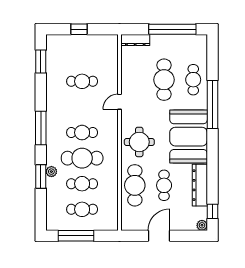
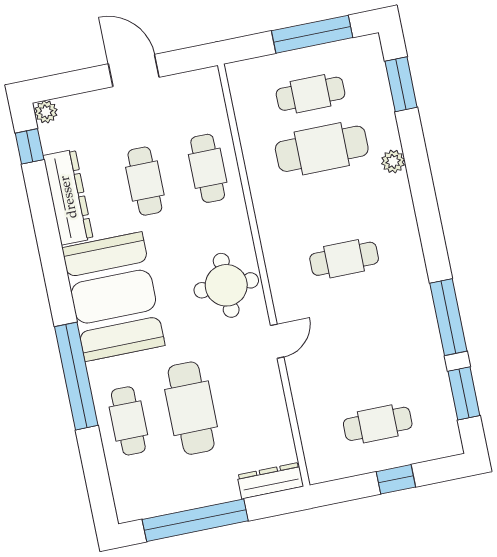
cafe table: (82, 81) -> (378, 424), moved
window: (41, 128) -> (448, 317), moved
round table: (139, 142) -> (226, 285), moved
cafe table: (82, 158) -> (333, 204), removed
window: (41, 176) -> (401, 84), moved
cafe table: (82, 184) -> (322, 149), width x1.37, depth x1.35
cafe table: (135, 185) -> (208, 168), width x0.73, depth x0.74
door: (159, 236) -> (134, 71), swing flipped

